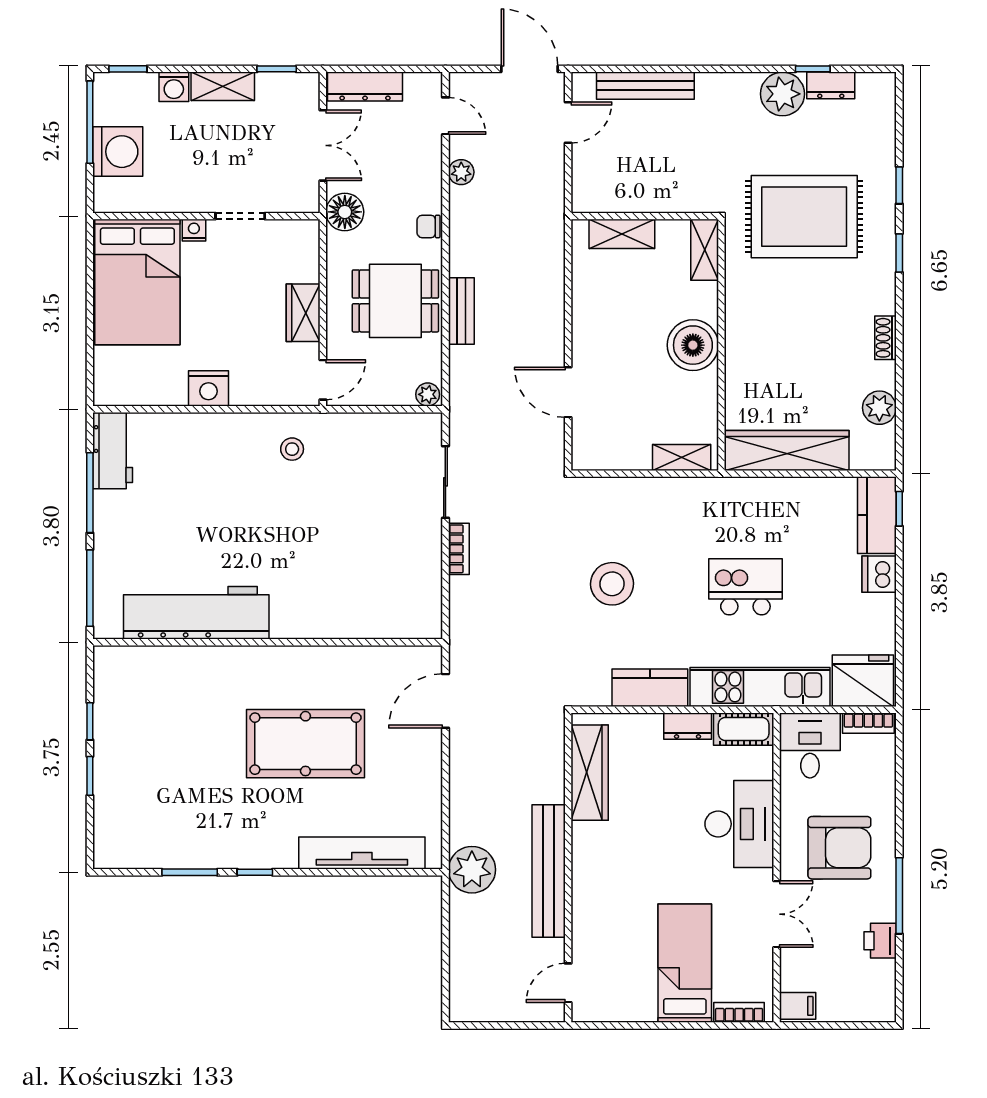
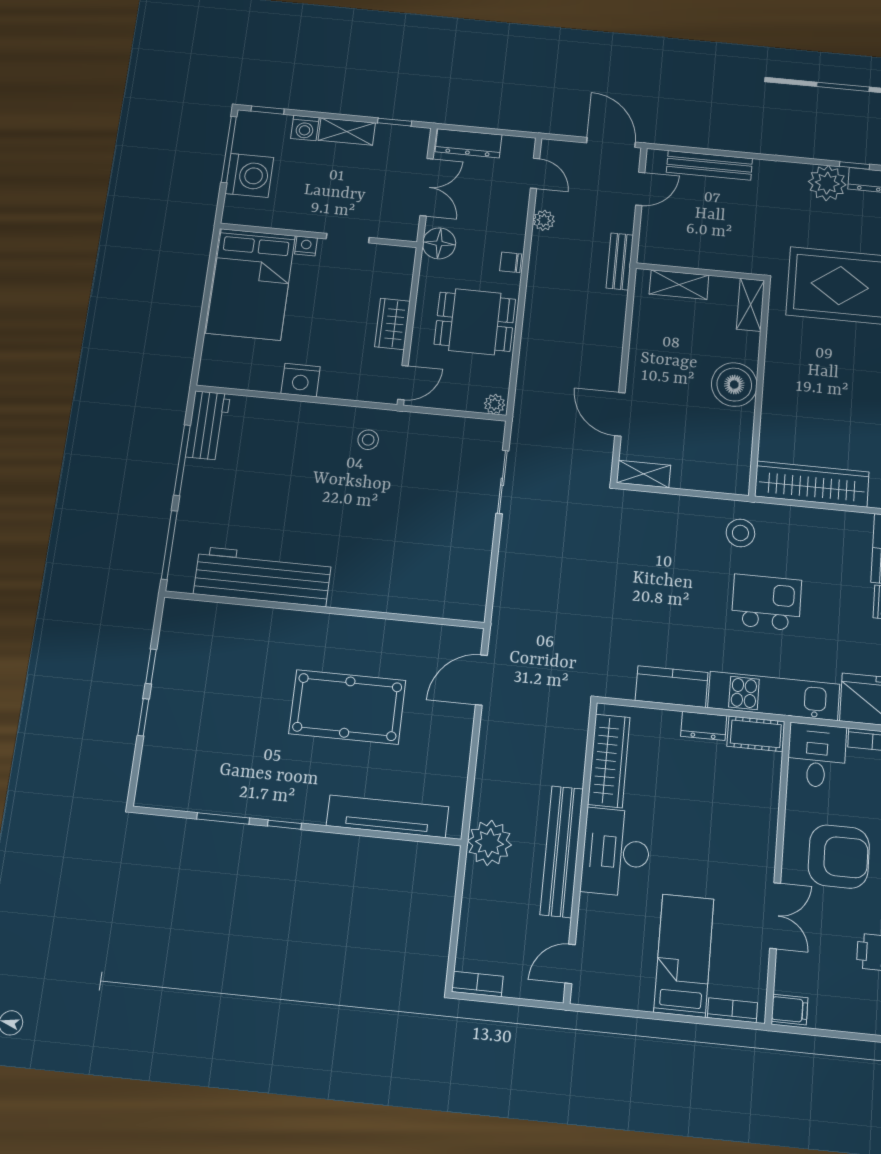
bench: (461, 311) -> (620, 261), moved
shelving: (682, 458) -> (644, 474), moved
bookcase: (459, 549) -> (477, 984), moved, turned -90
stool: (612, 584) -> (740, 533), moved, width x0.73, depth x0.73
desk: (739, 824) -> (616, 852), moved, turned 180

